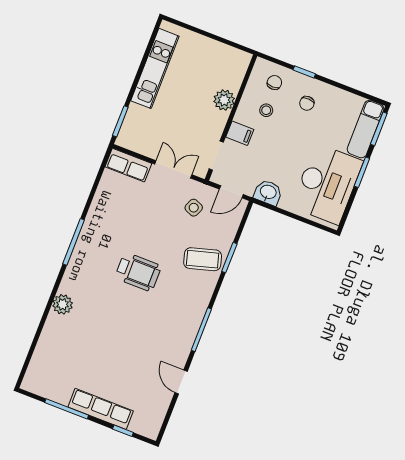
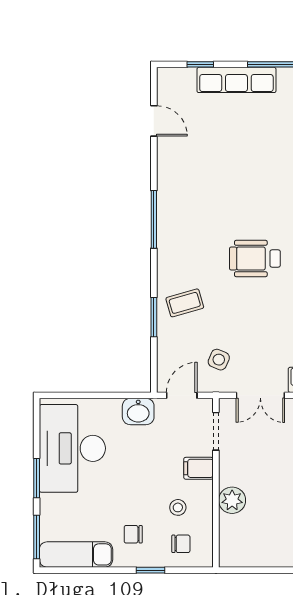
chair: (274, 83) -> (181, 544), turned -90
chair: (307, 103) -> (133, 534), turned -92
exam couch: (366, 129) -> (76, 554), moved, turned -90
coffee table: (203, 259) -> (185, 303), width x0.73, depth x0.77
door: (181, 382) -> (154, 121), moved

